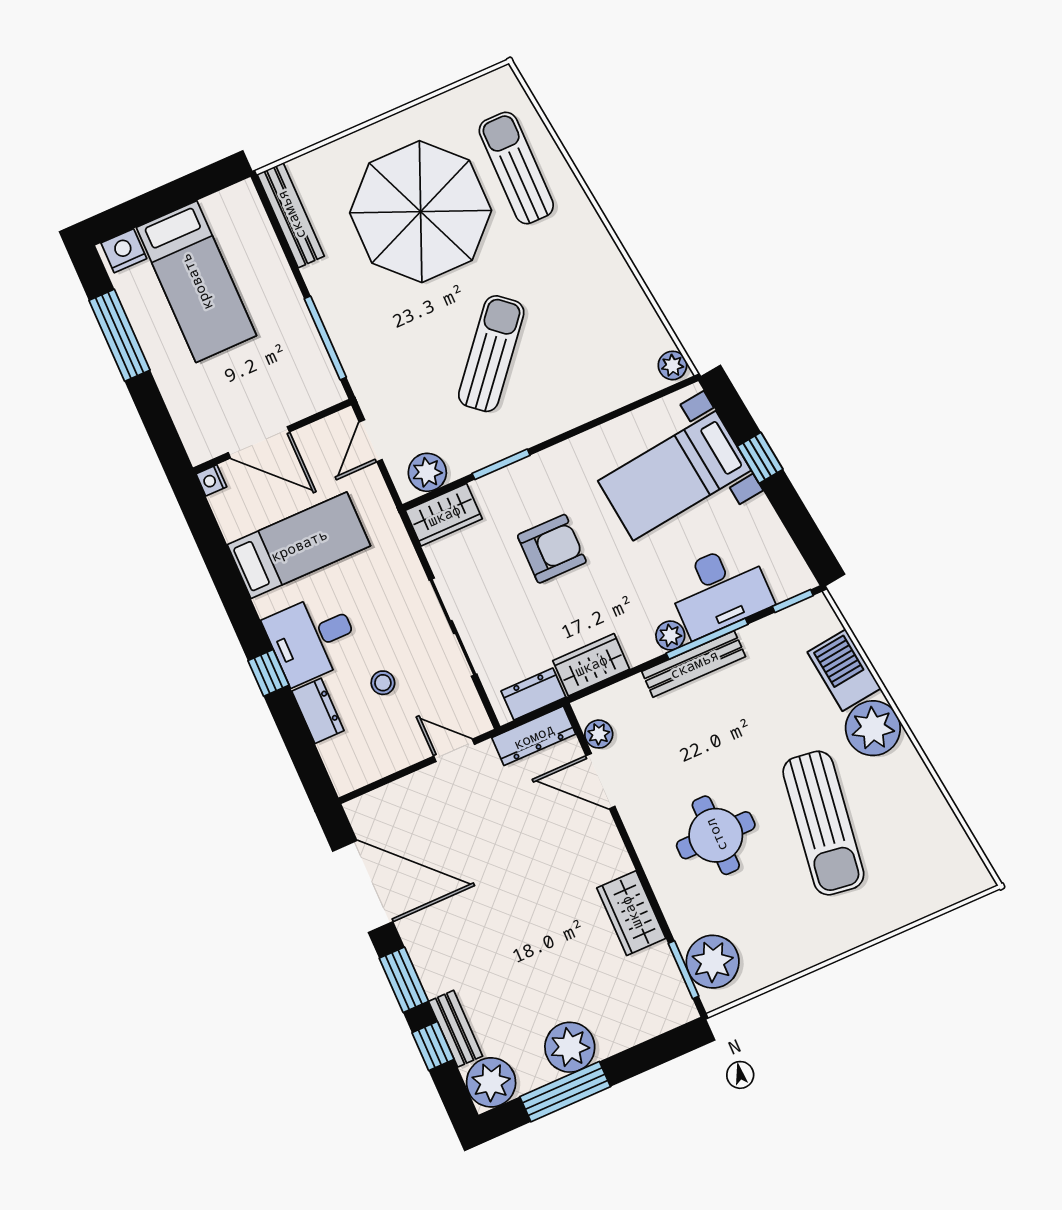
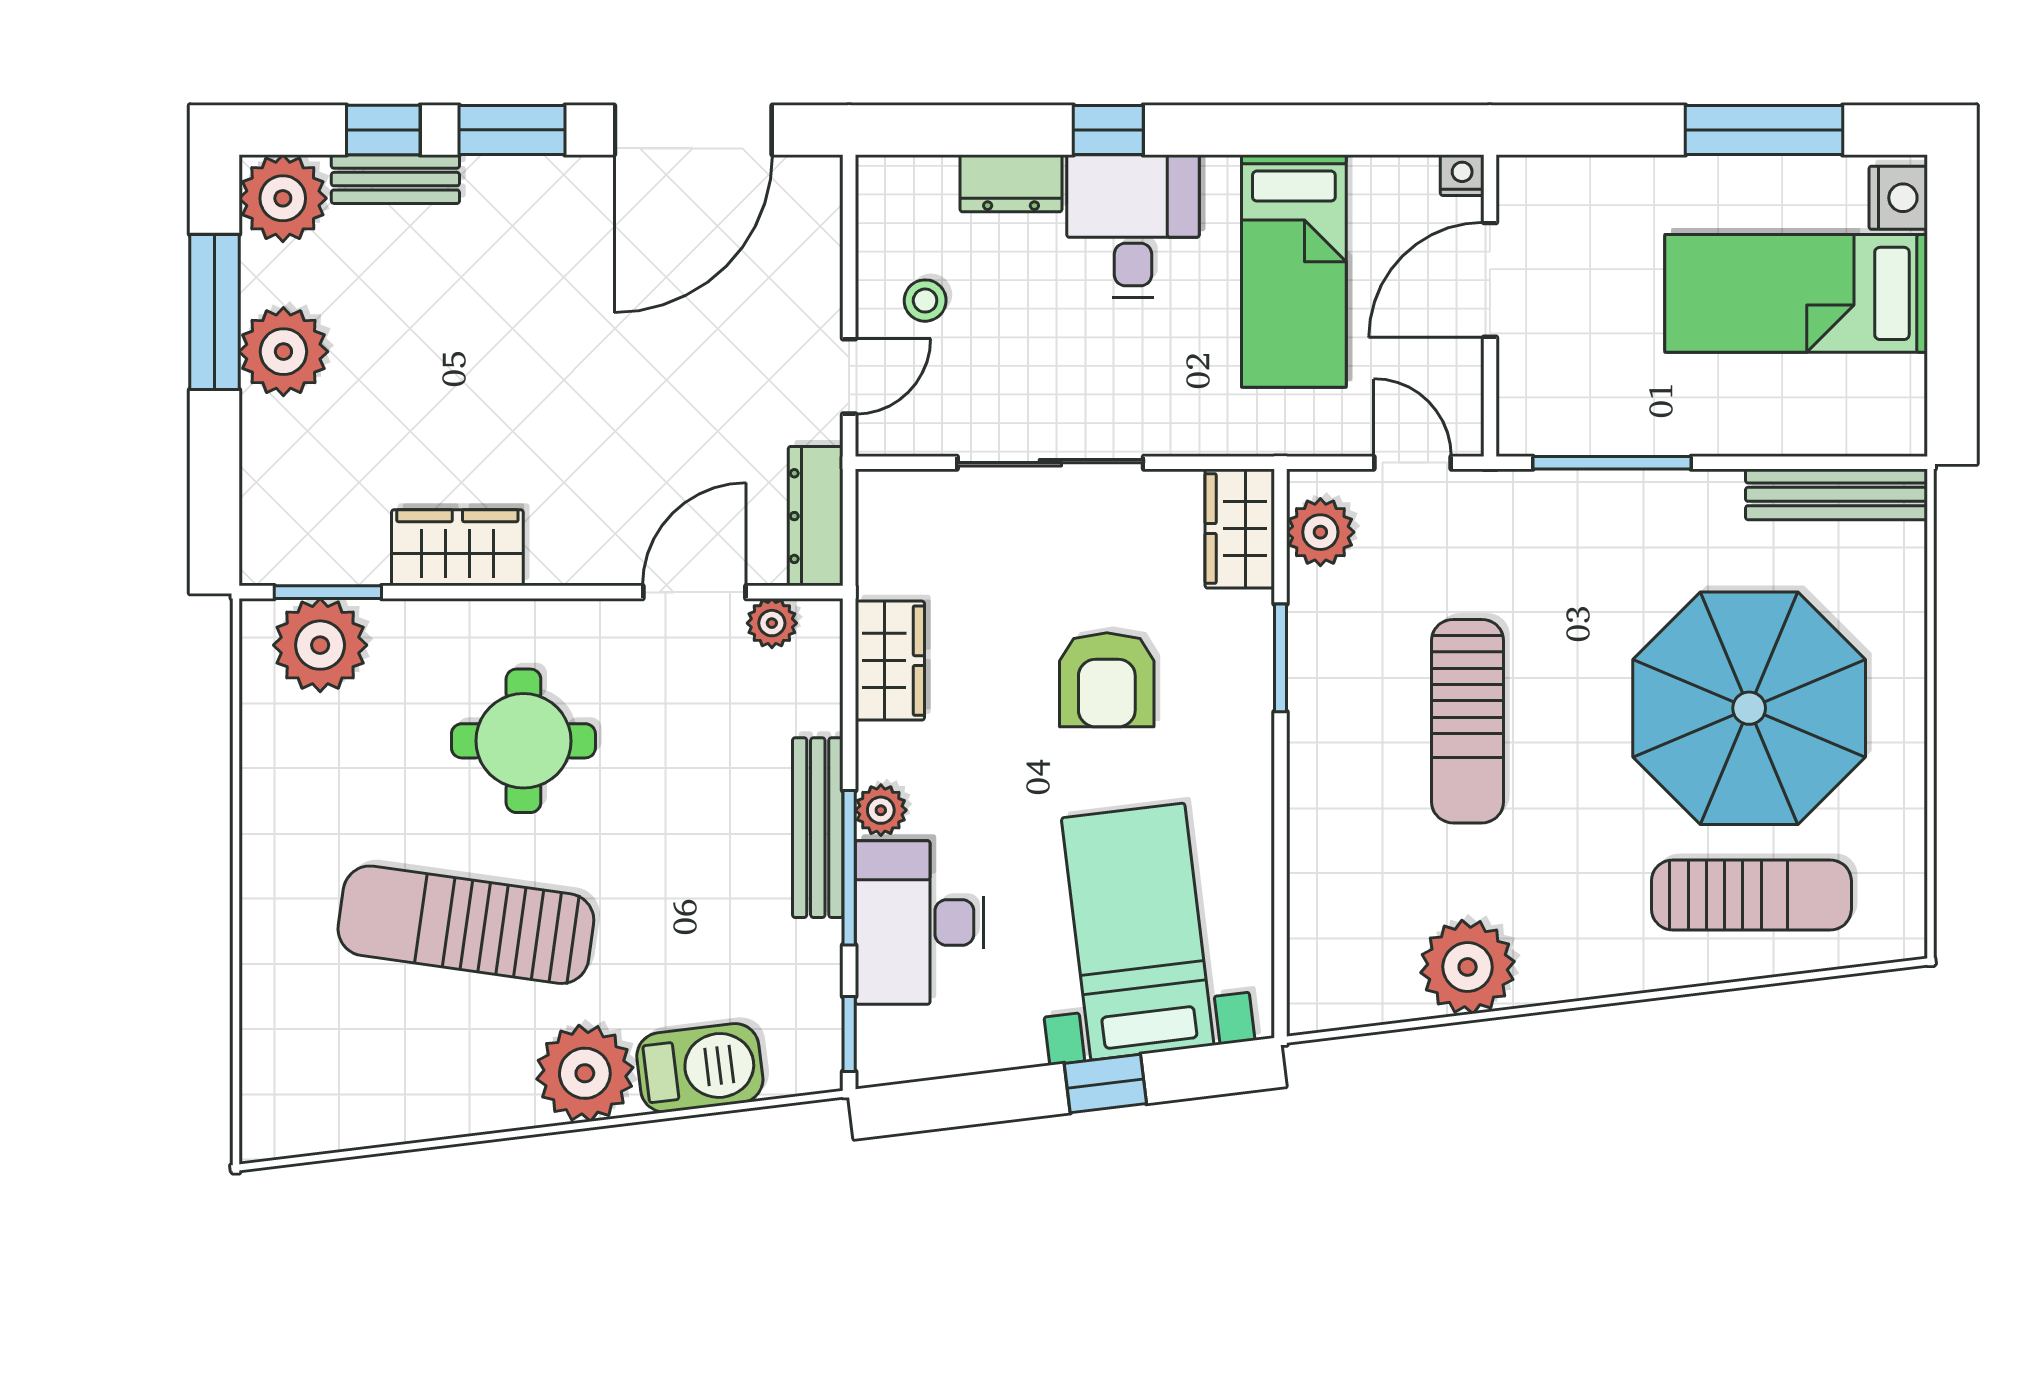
sun lounger: (491, 354) -> (1467, 721), turned 50
plant: (672, 365) -> (1468, 967), moved, width x1.88, depth x1.88
stool: (383, 683) -> (925, 301), moved
dresser: (533, 694) -> (884, 546), removed

